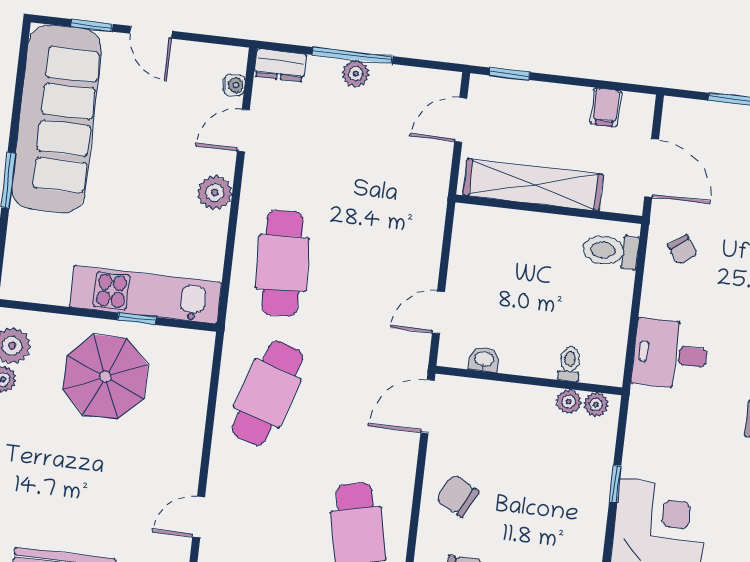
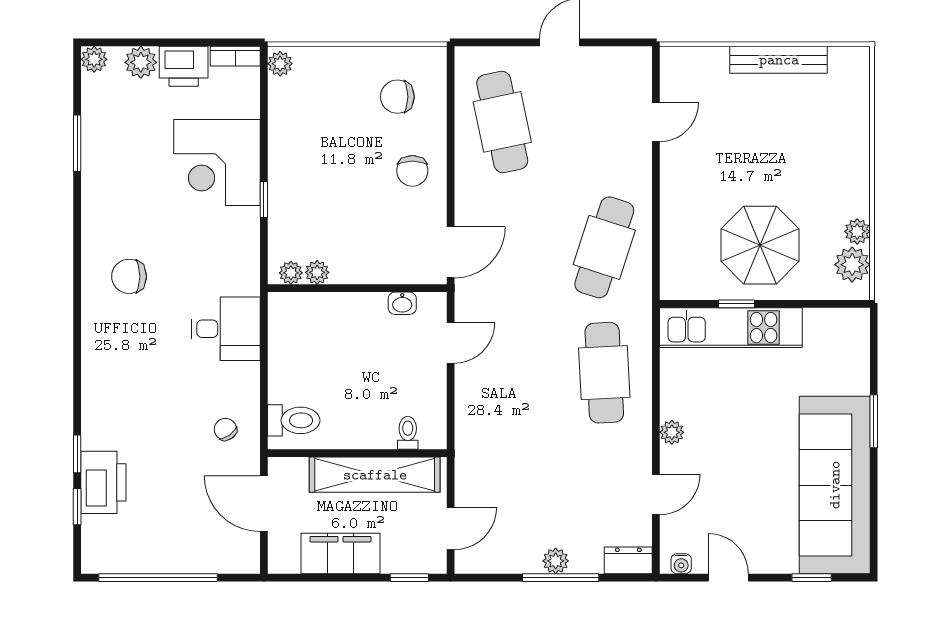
door: (151, 32) -> (728, 578), moved
water cooler: (234, 85) -> (681, 564), moved, turned -90
filing cabinet: (606, 107) -> (340, 553), width x3.00, depth x1.17
plant: (215, 193) -> (672, 432), width x0.73, depth x0.73
toilet: (570, 364) -> (408, 433), moved, turned 180
chair: (457, 496) -> (412, 171), turned 62

